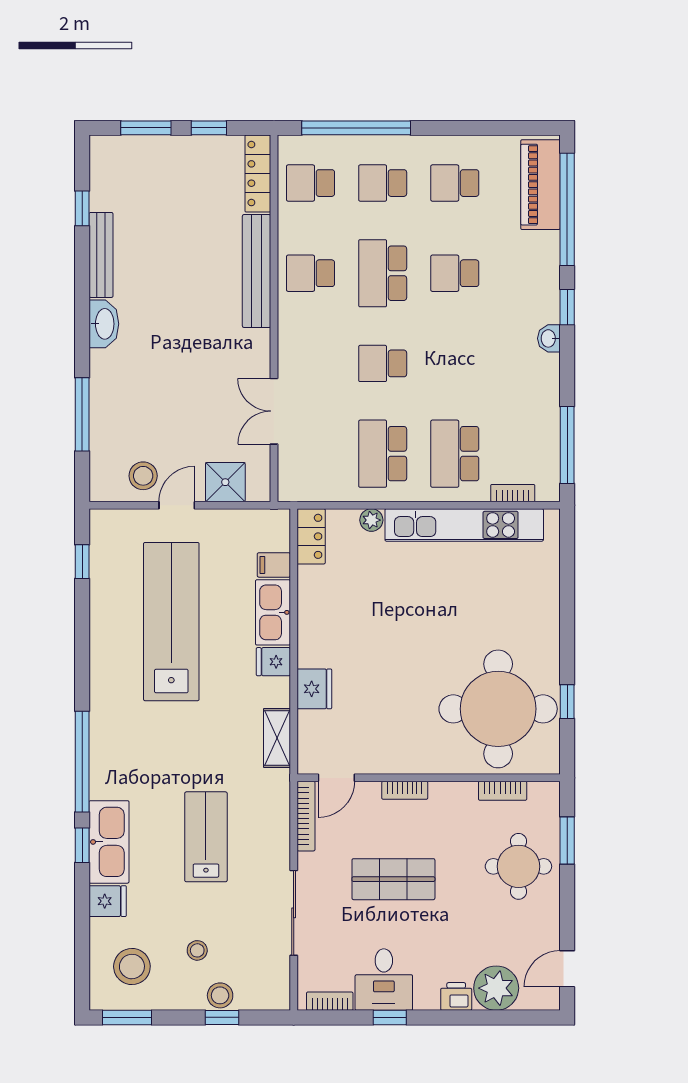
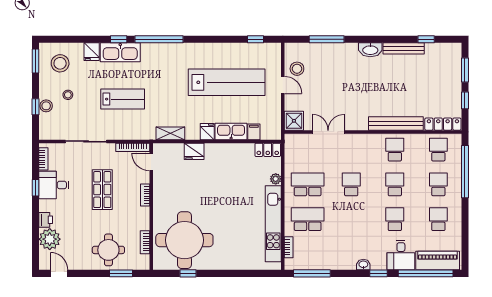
desk: (529, 261) -> (401, 255), added
school desk: (383, 273) -> (395, 184), width x0.54
shower: (225, 482) -> (294, 121), moved

